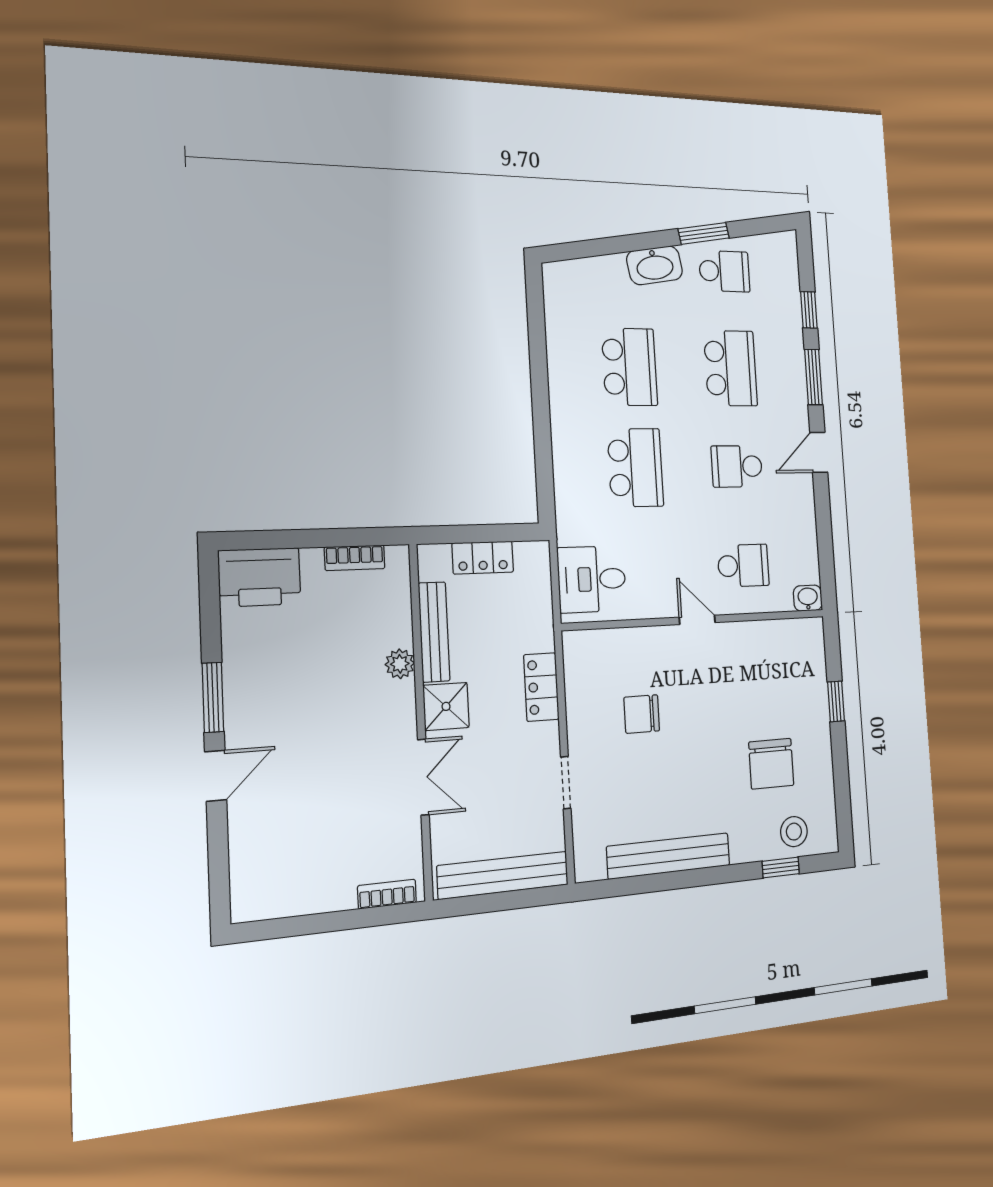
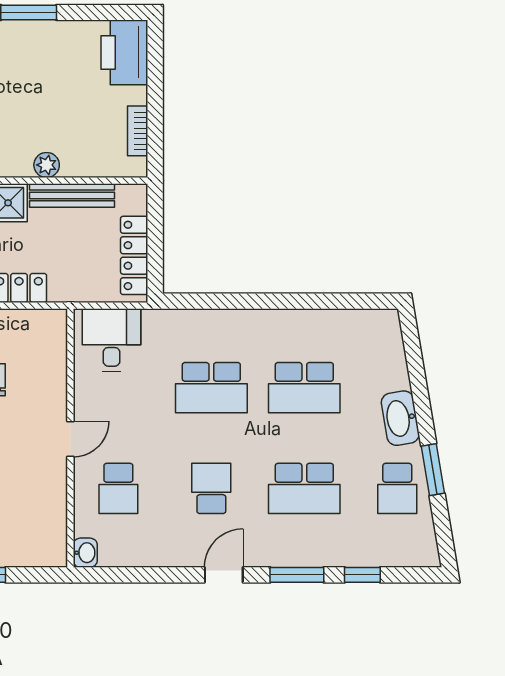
door: (819, 452) -> (224, 575), hinge flipped
locker: (483, 558) -> (134, 255), width x1.53

